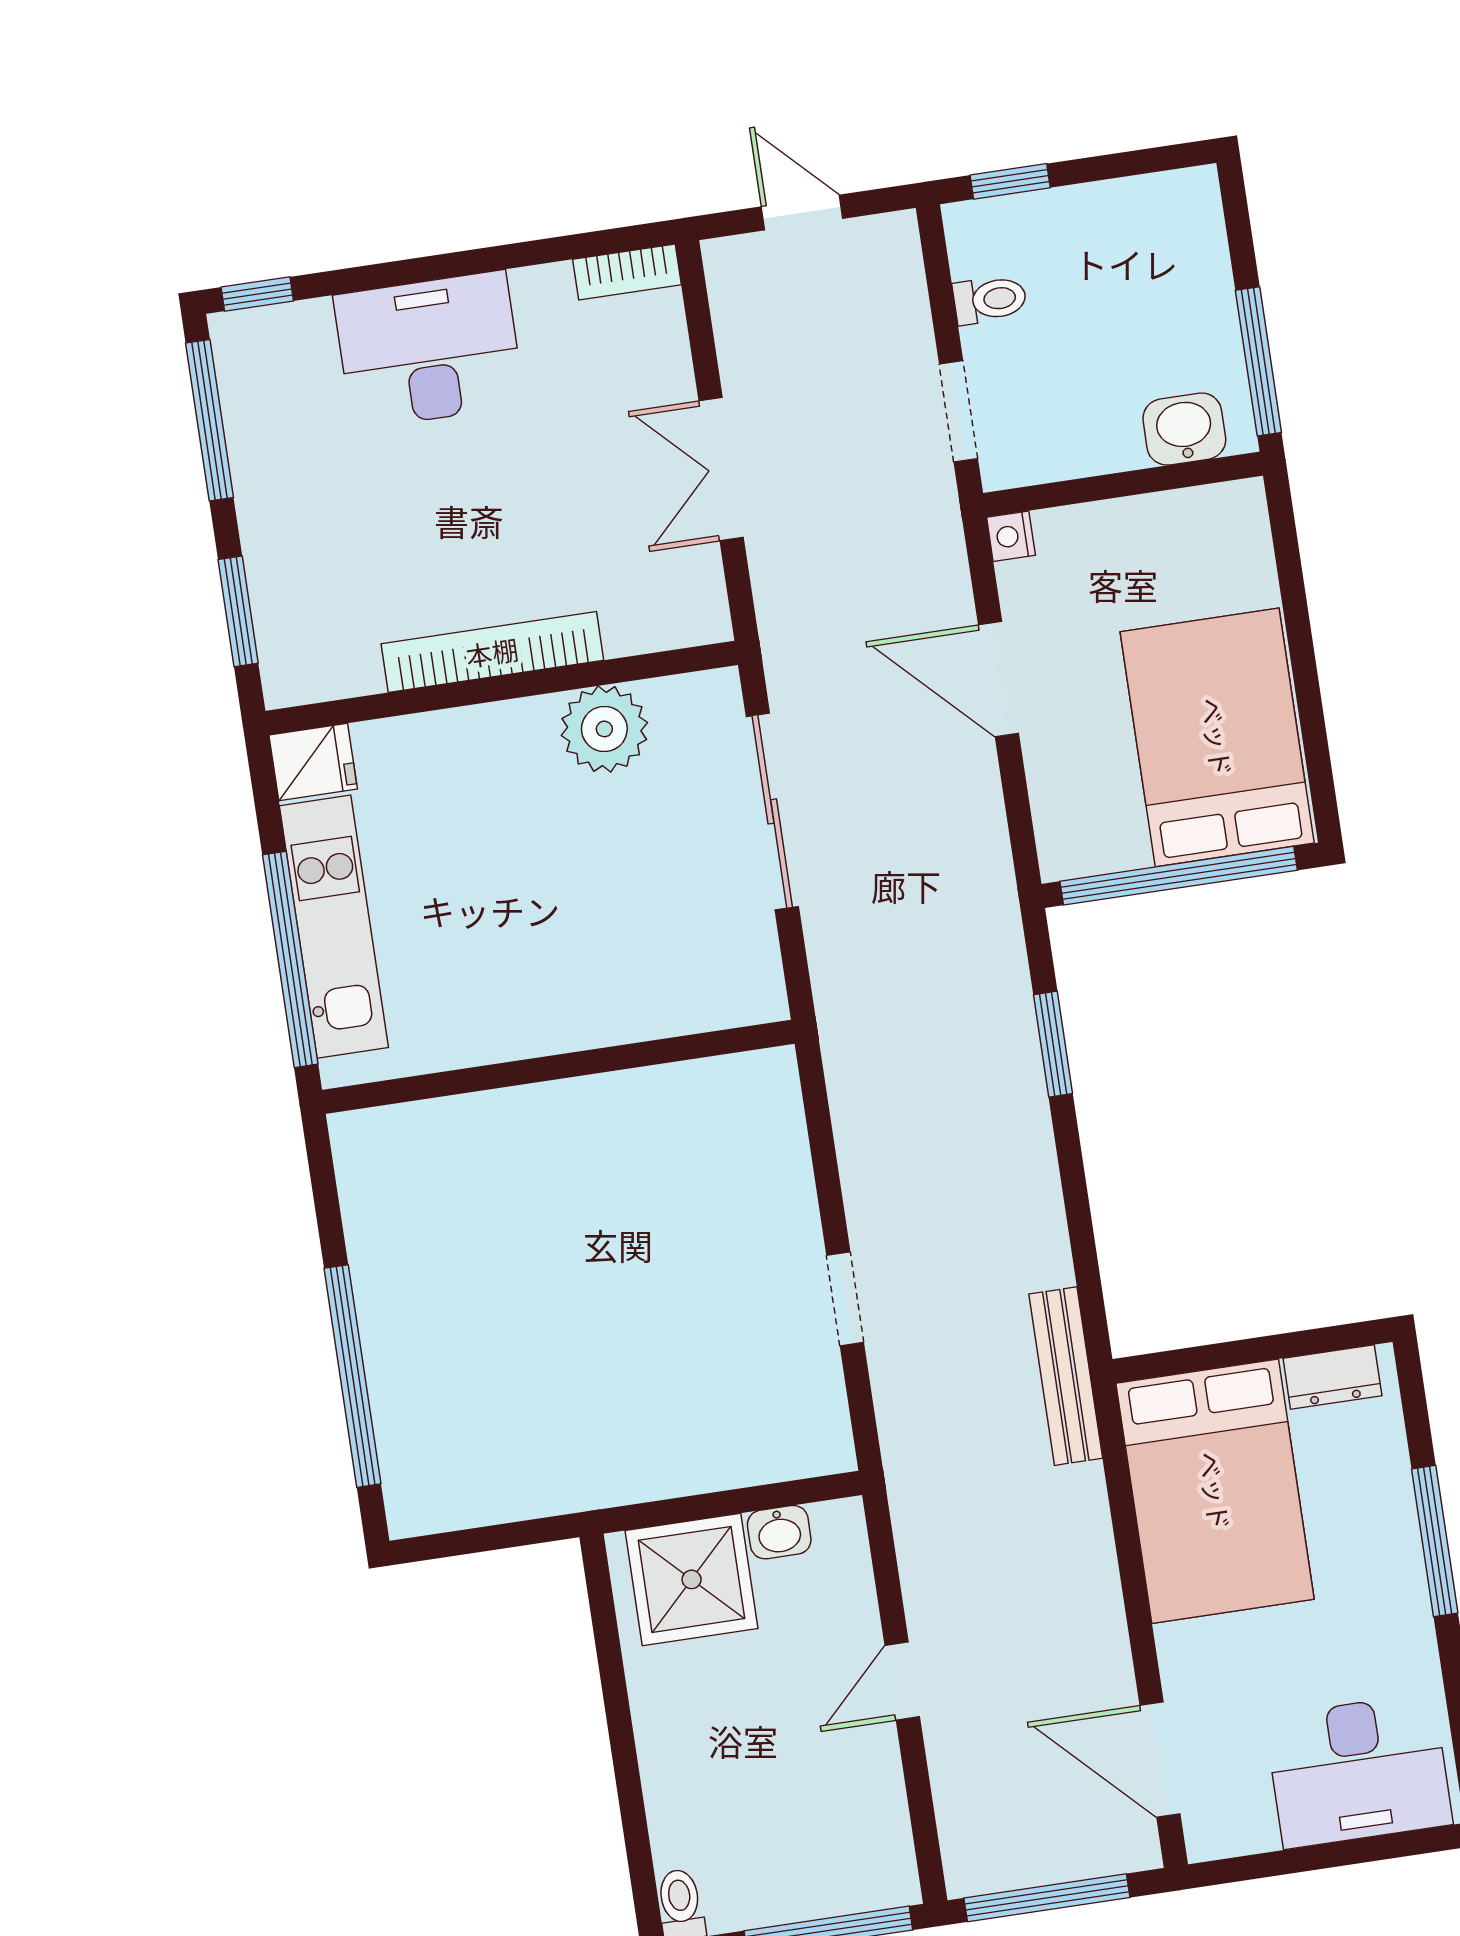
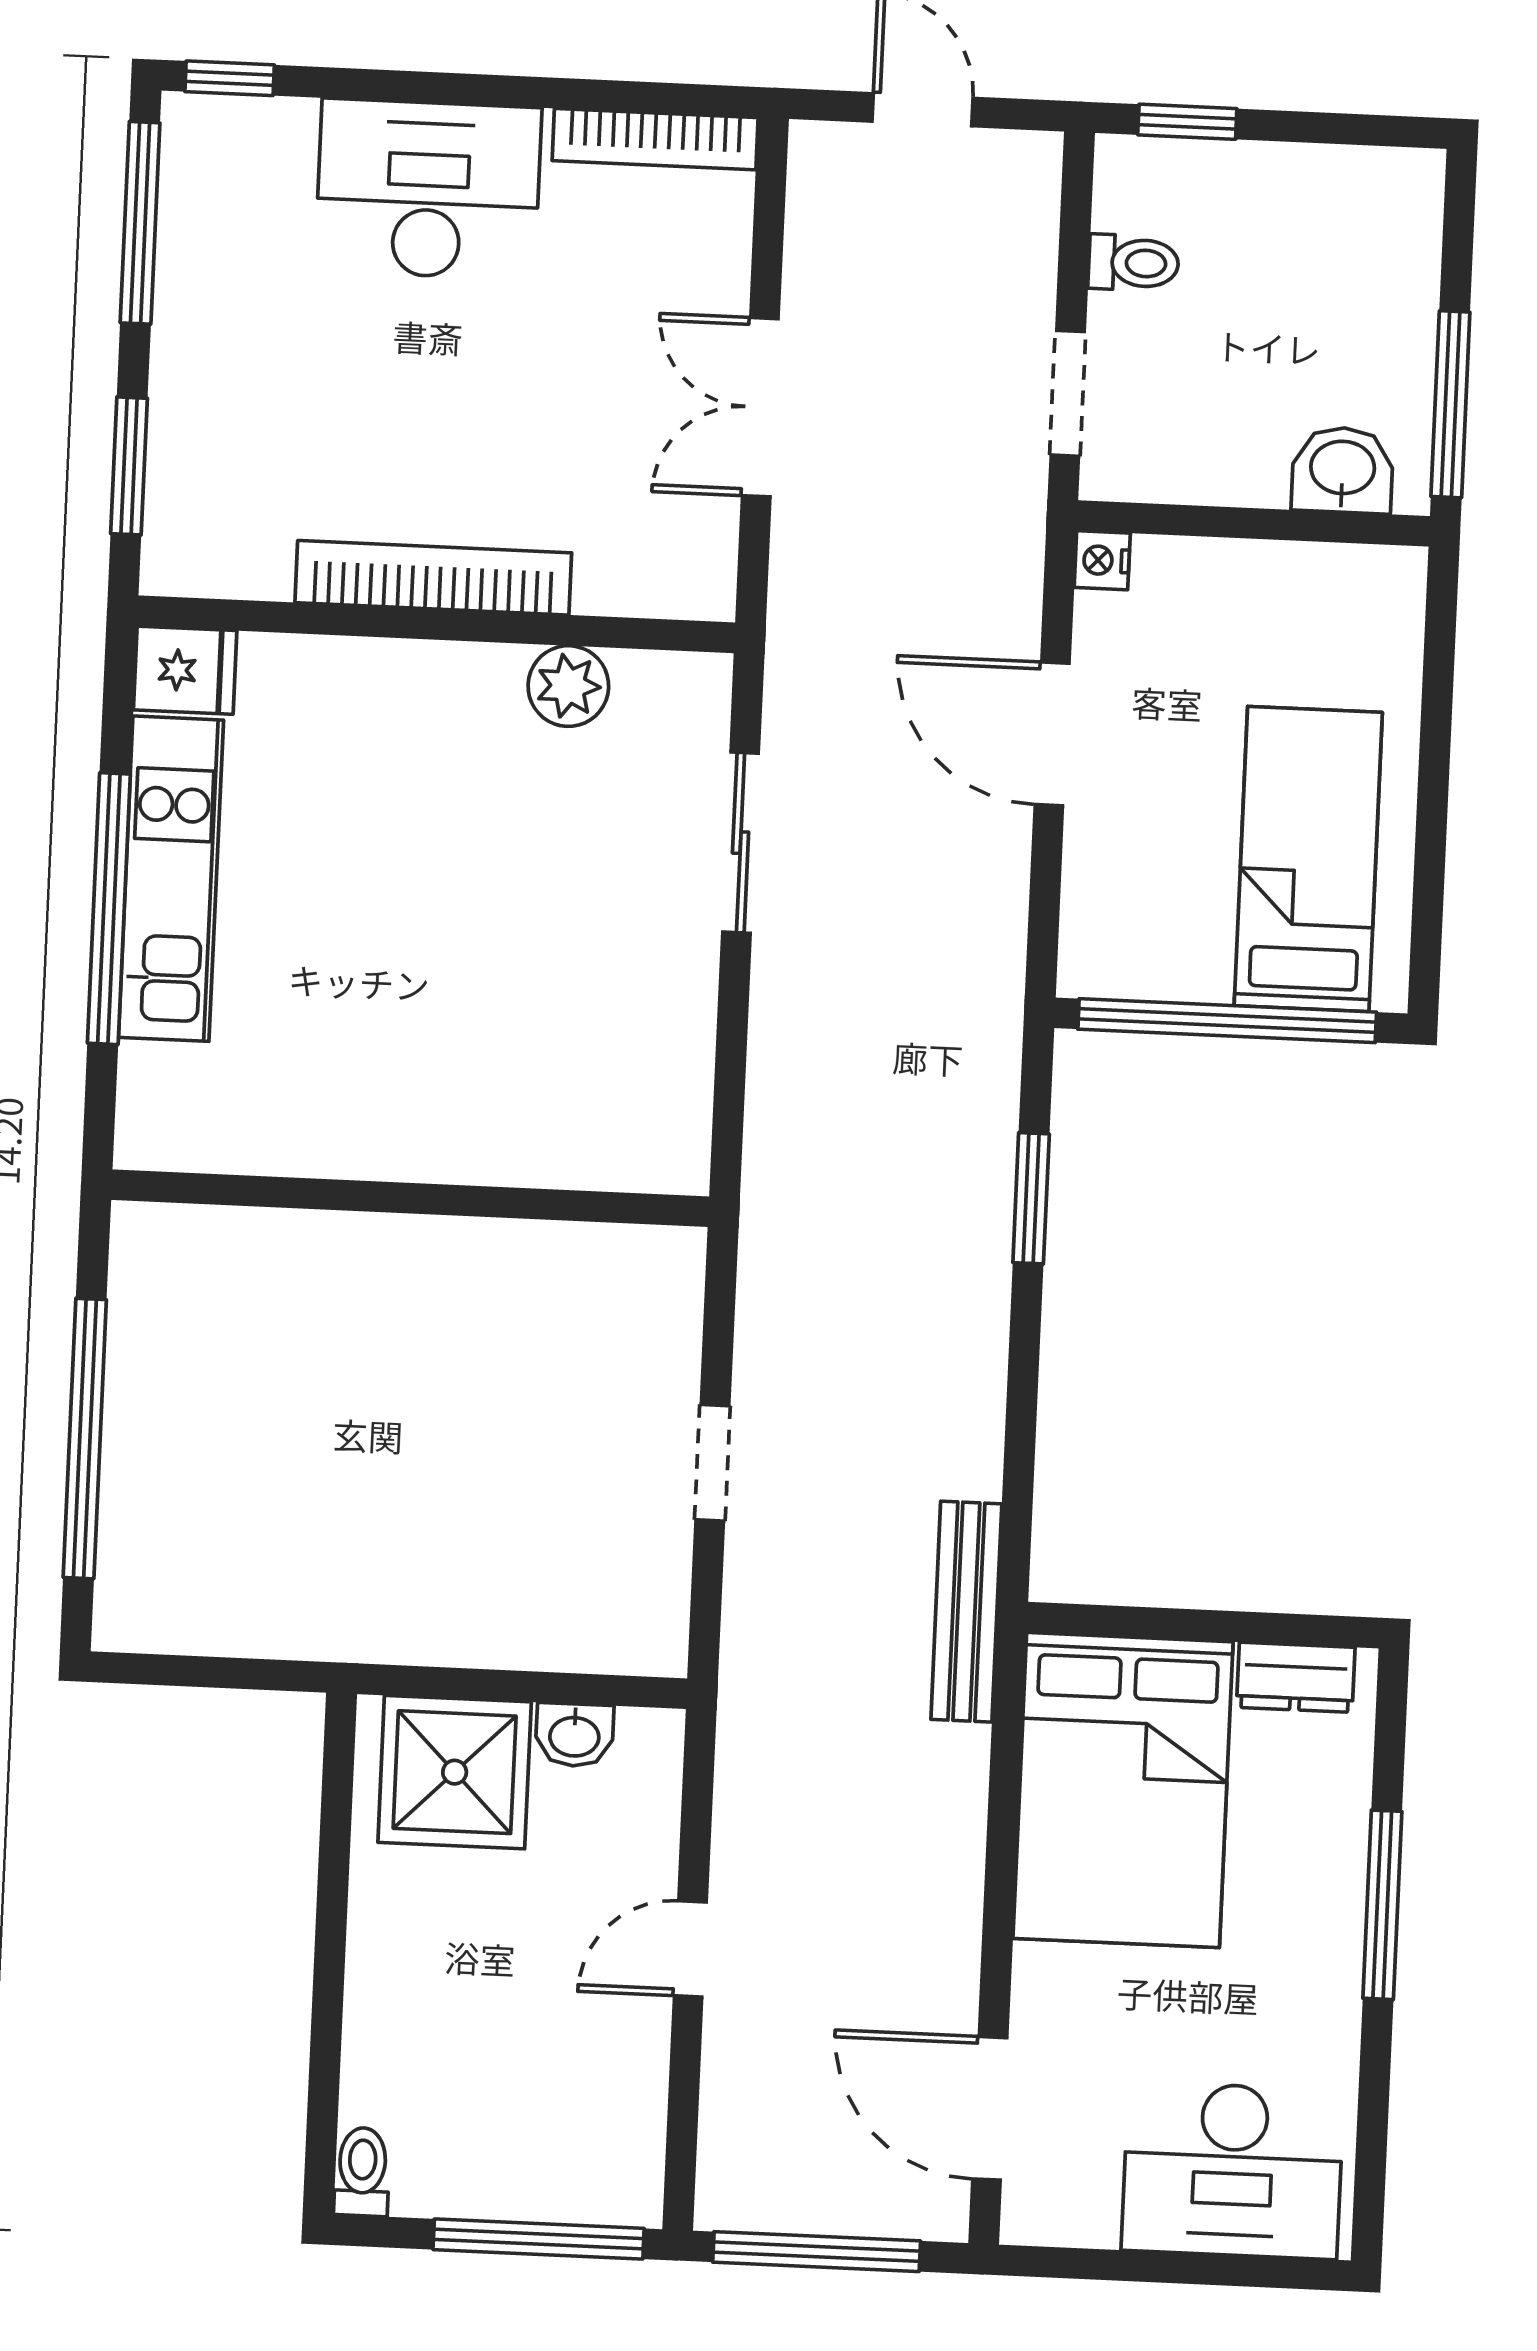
bookcase: (627, 272) -> (655, 139), width x1.56
plant: (604, 729) -> (568, 686), width x0.73, depth x0.73
bed: (1217, 737) -> (1308, 859), width x0.67
sliding door: (772, 811) -> (741, 843), width x0.73
wall: (558, 1067) -> (410, 1198), moved

